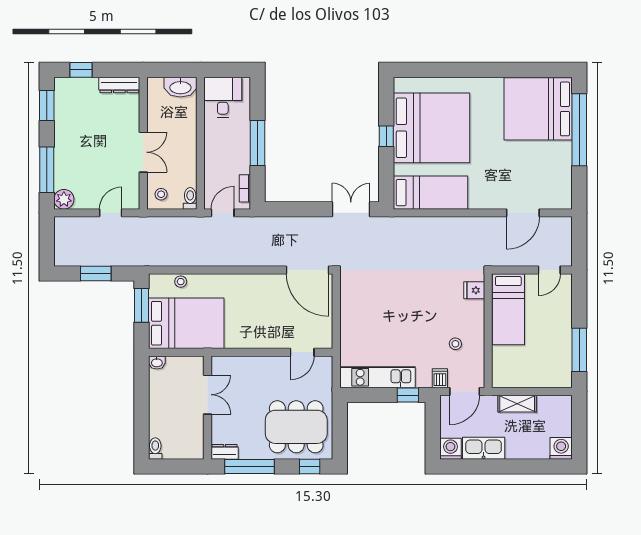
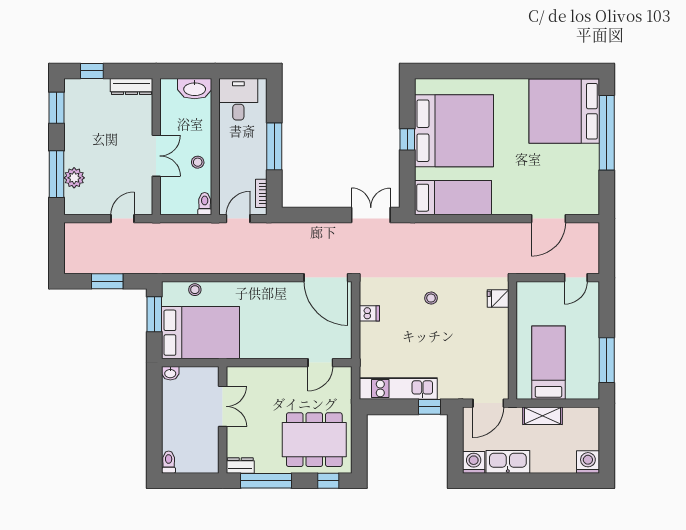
stool: (161, 194) -> (198, 162), moved
plant: (64, 199) -> (74, 178), moved
bed: (508, 309) -> (548, 363), moved, turned 180
stool: (455, 344) -> (431, 298), moved
dishwasher: (440, 378) -> (369, 313), moved, turned 90

